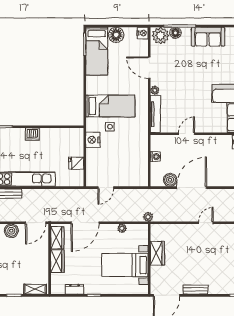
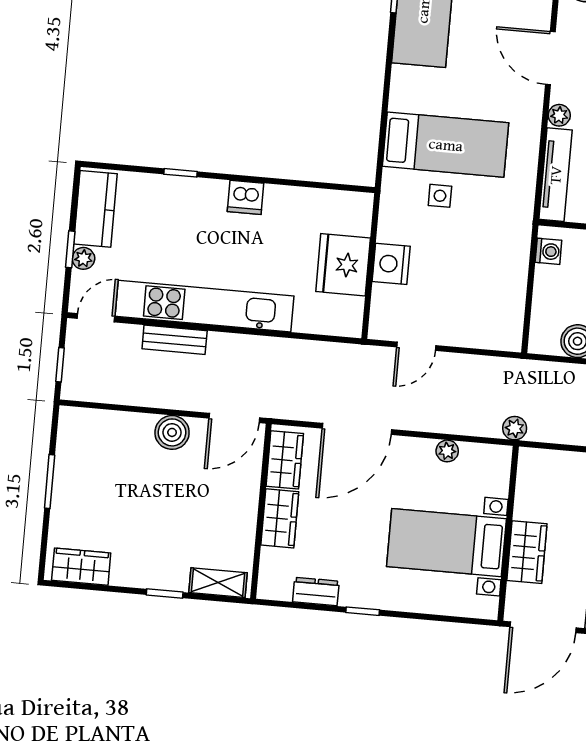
nightstand: (93, 140) -> (391, 264), moved
washing machine: (155, 157) -> (548, 251), moved
fridge: (76, 163) -> (343, 265), width x1.88, depth x1.34
wardrobe: (157, 253) -> (527, 552), moved

